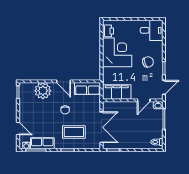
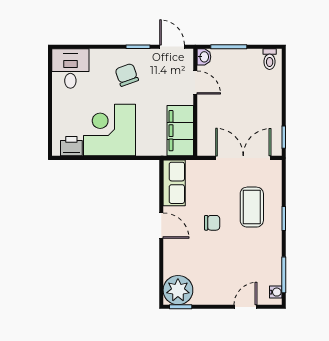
door: (63, 81) -> (161, 226), hinge flipped
plant: (43, 91) -> (178, 290), moved
row of seats: (42, 143) -> (272, 263), removed

